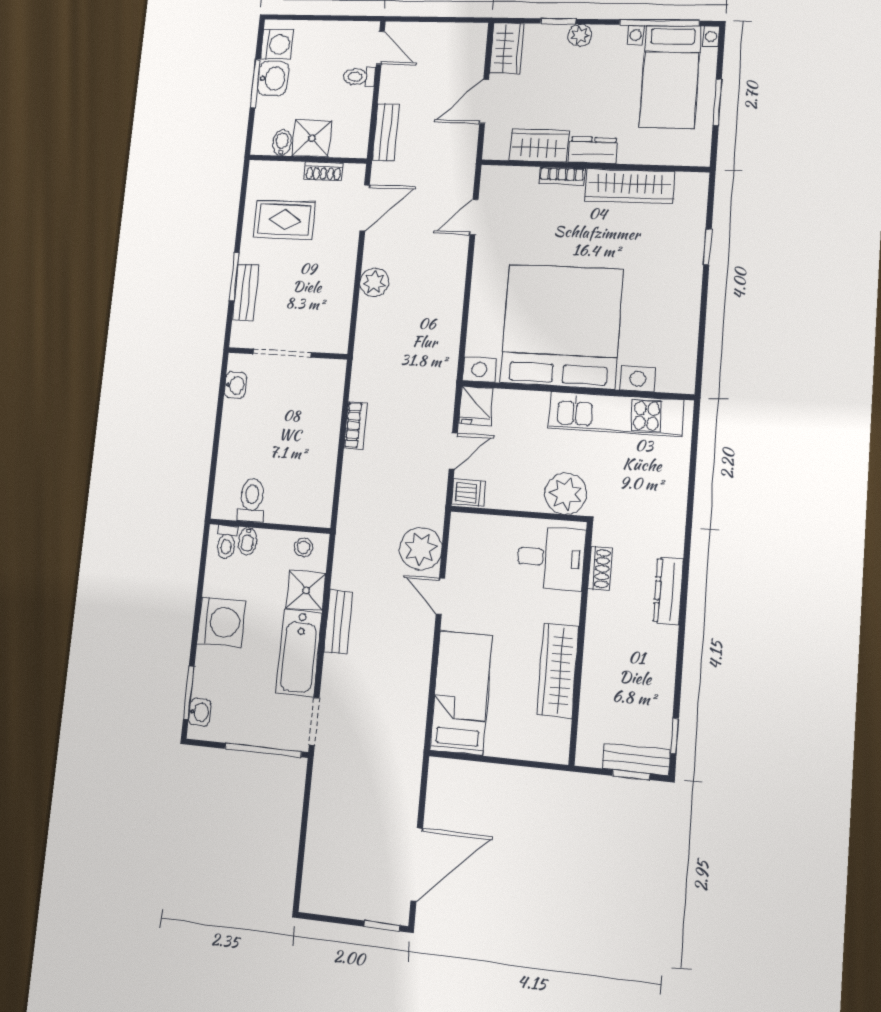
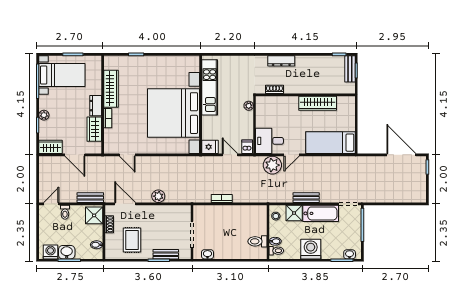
shower: (312, 138) -> (94, 215), moved
plant: (566, 494) -> (249, 106), width x0.53, depth x0.53
desk: (551, 558) -> (270, 141), moved, turned -90

